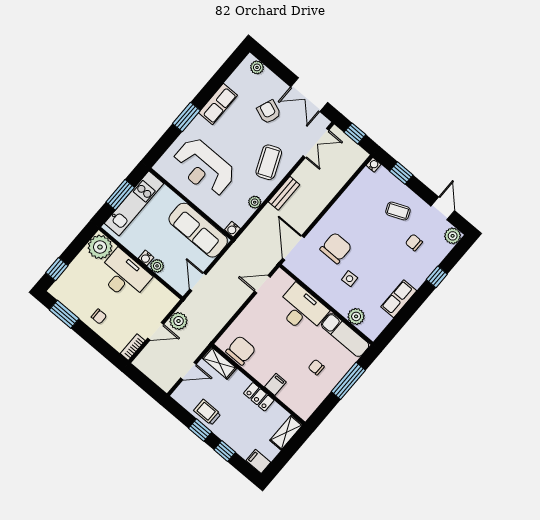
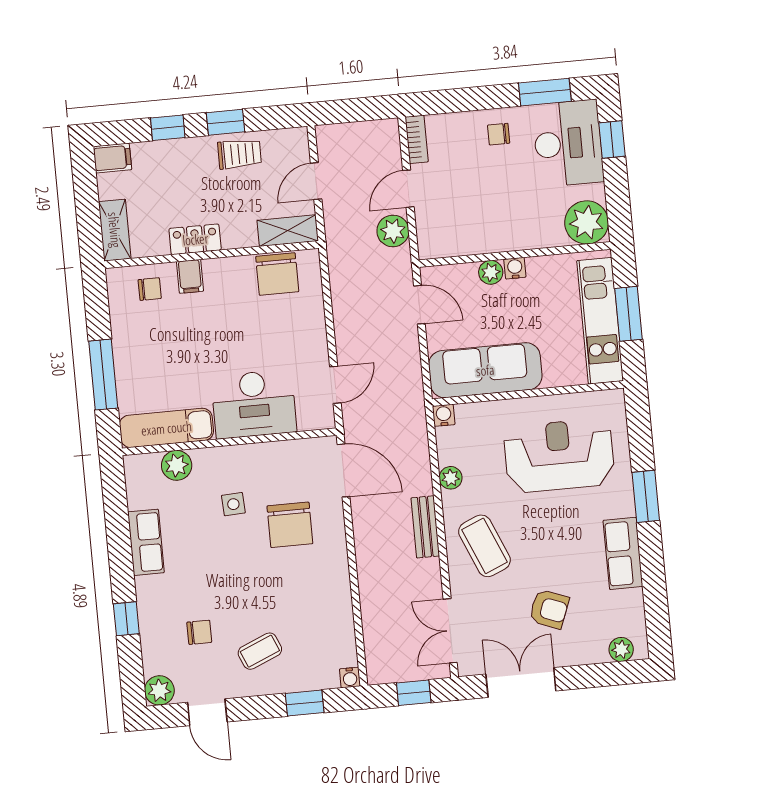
desk: (124, 275) -> (568, 143), moved, turned -90
chair: (316, 367) -> (150, 289), moved

